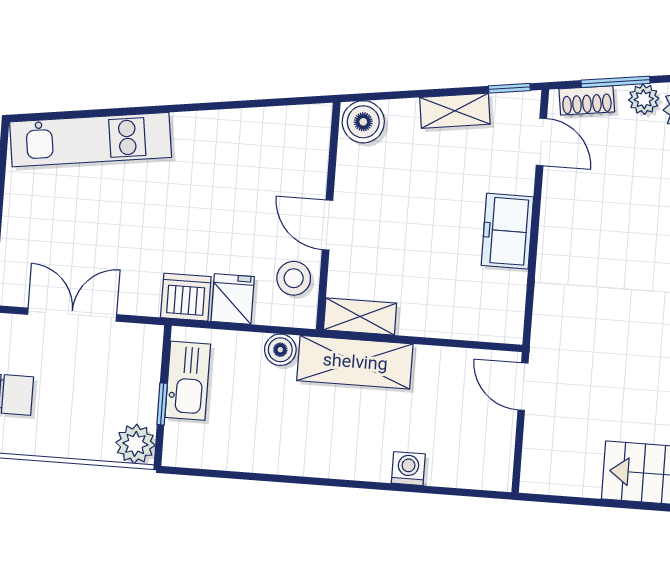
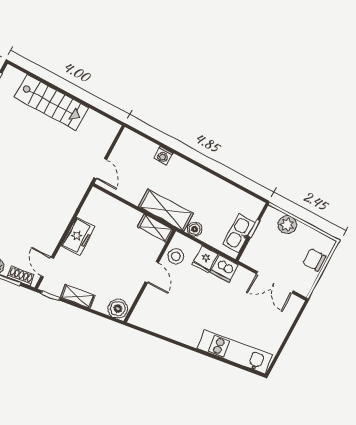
plant: (135, 444) -> (287, 225), moved

